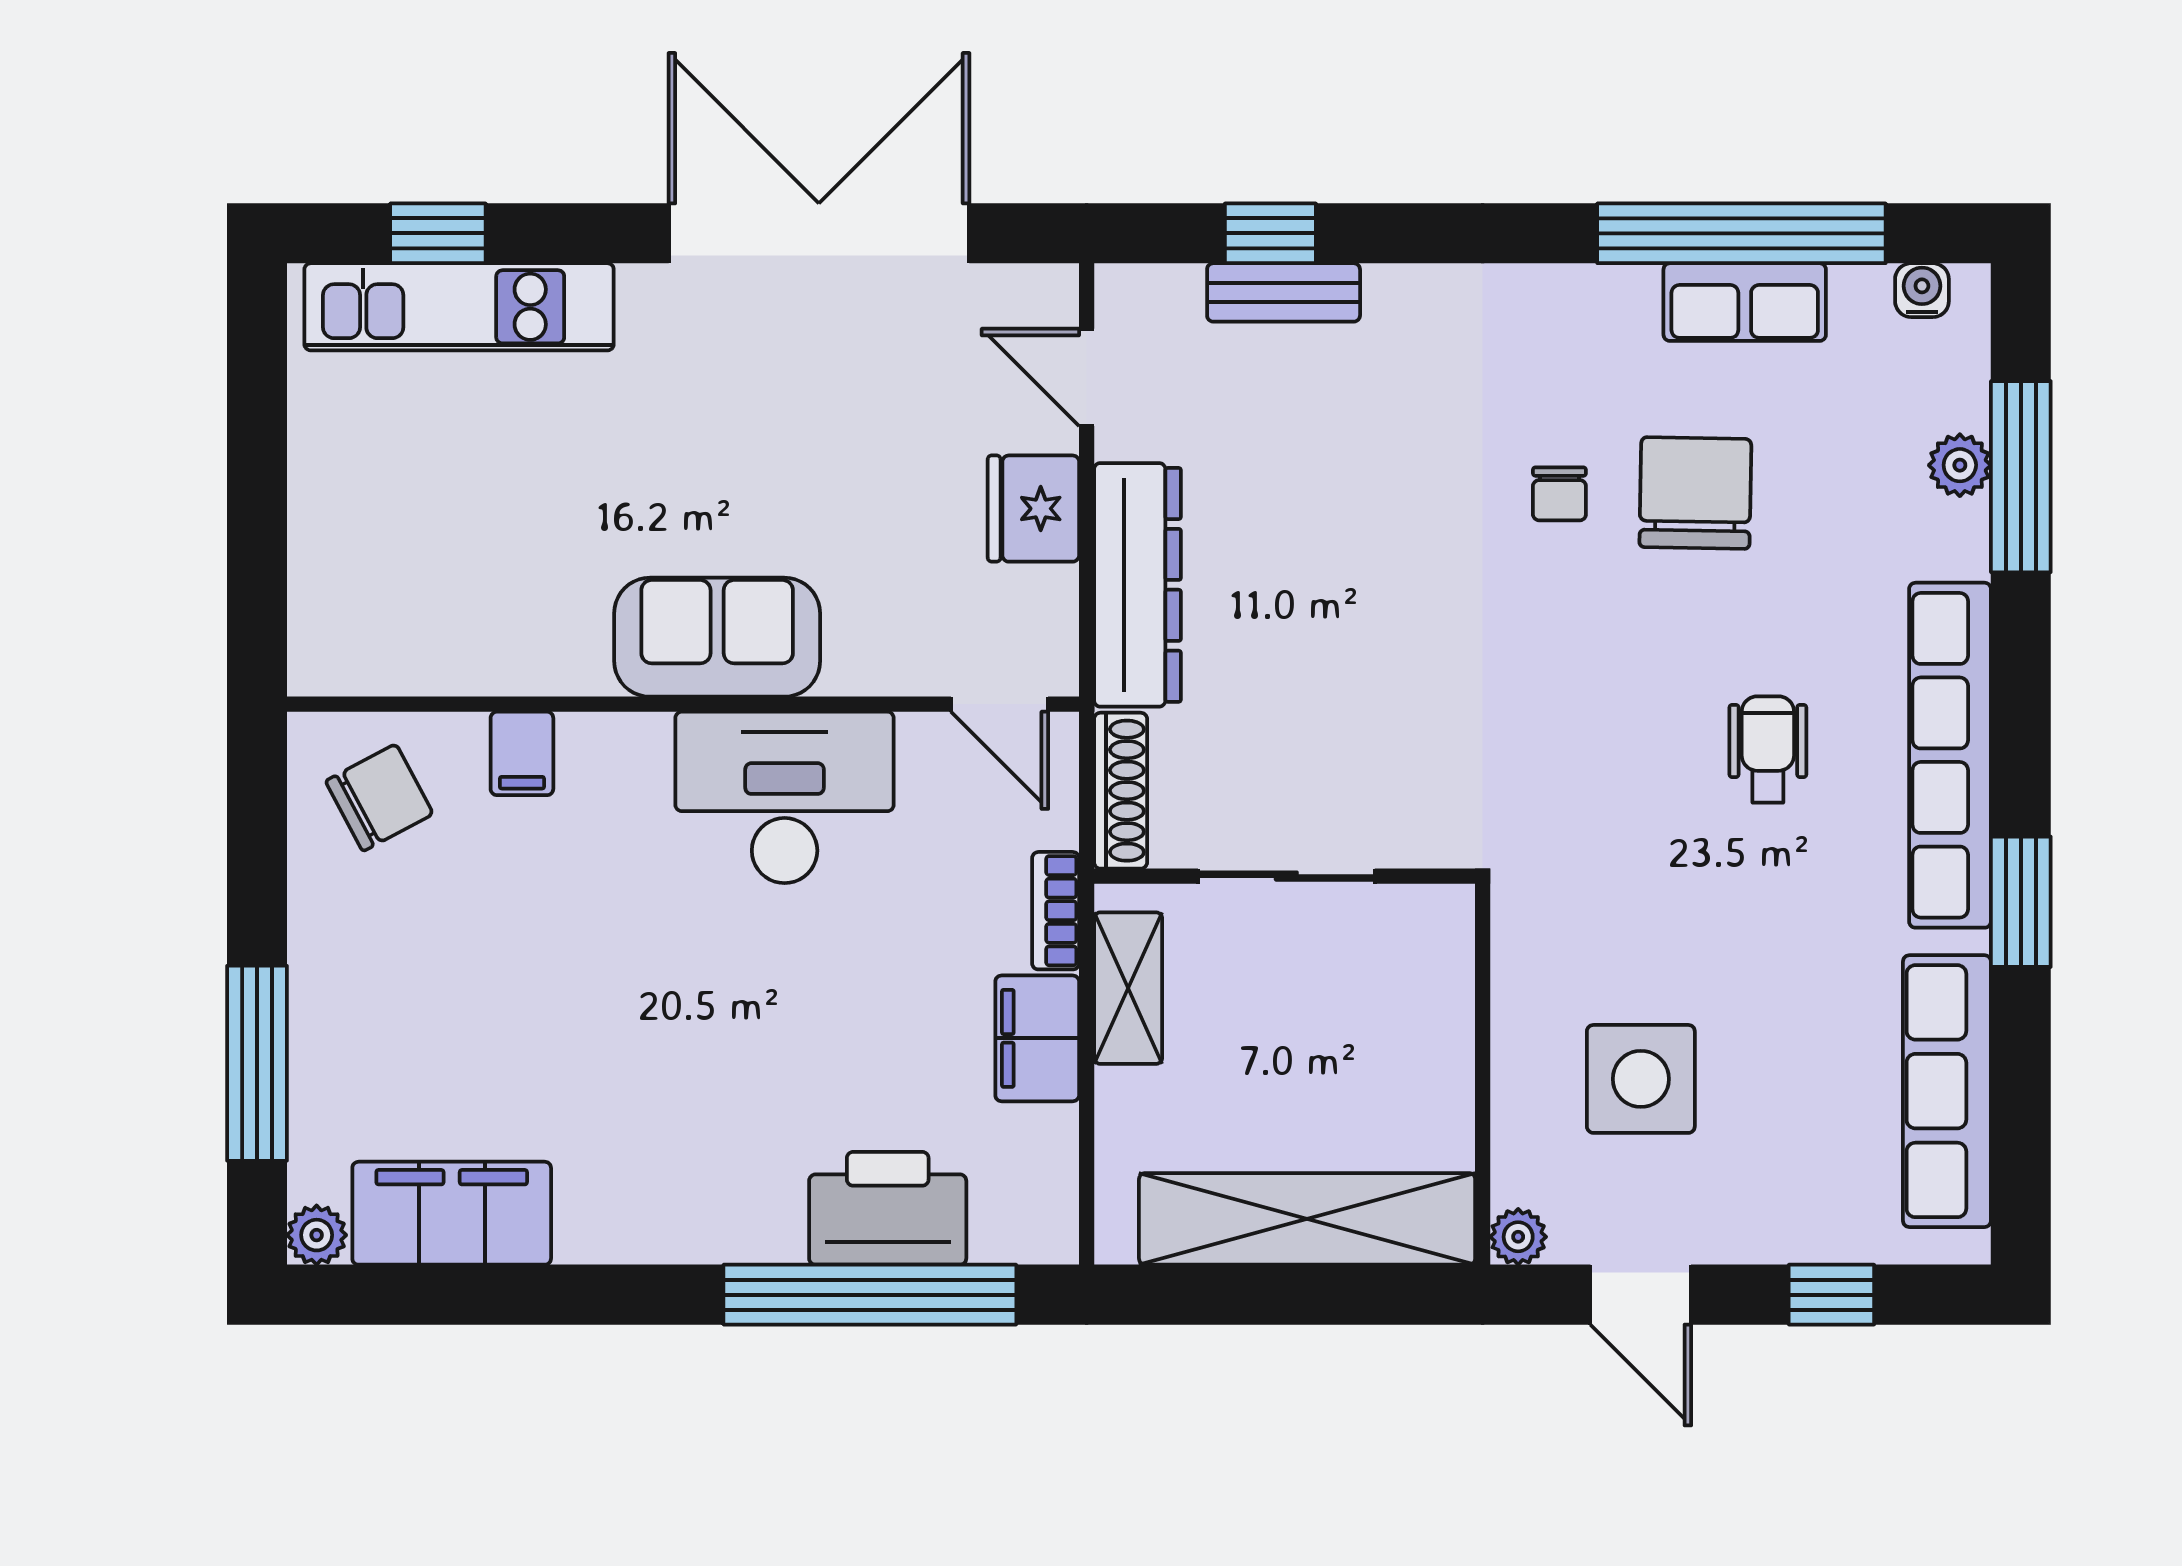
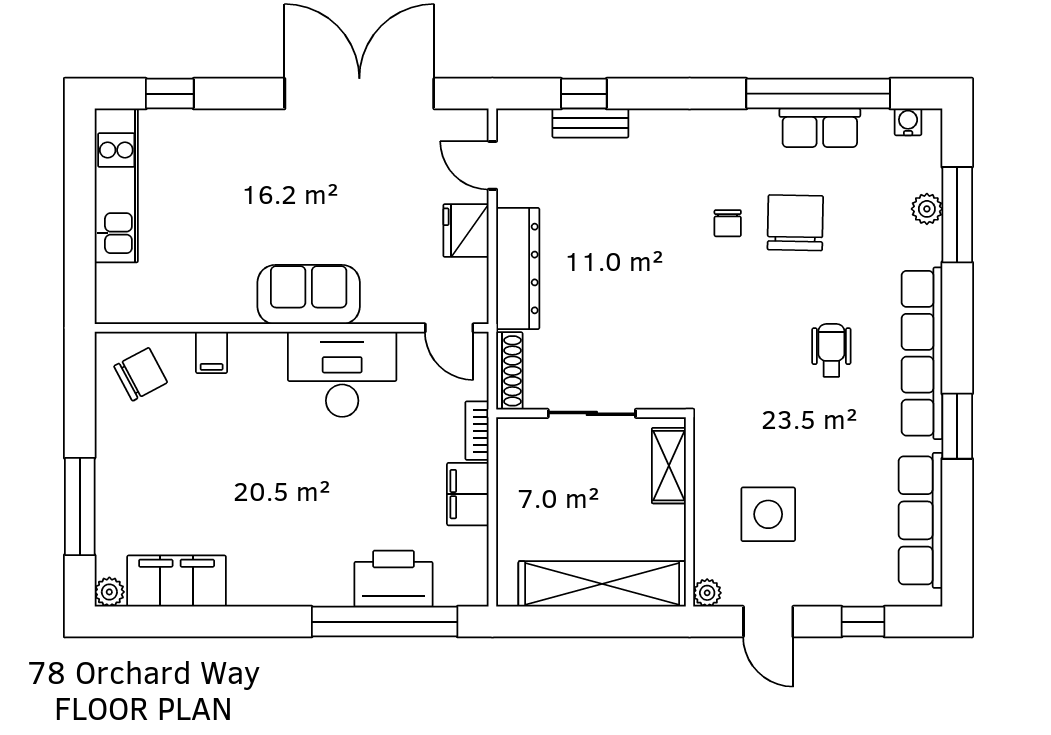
kitchen unit: (459, 307) -> (116, 185), moved, turned -90
shelving: (1128, 988) -> (669, 466), moved

